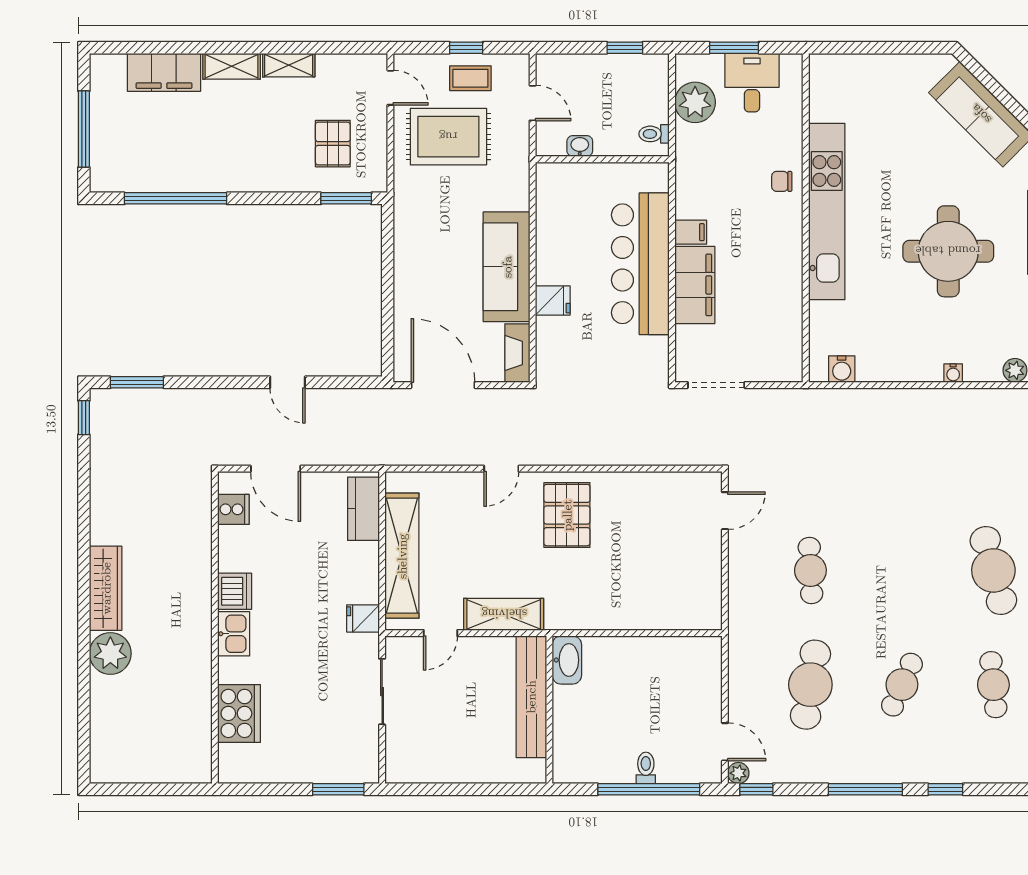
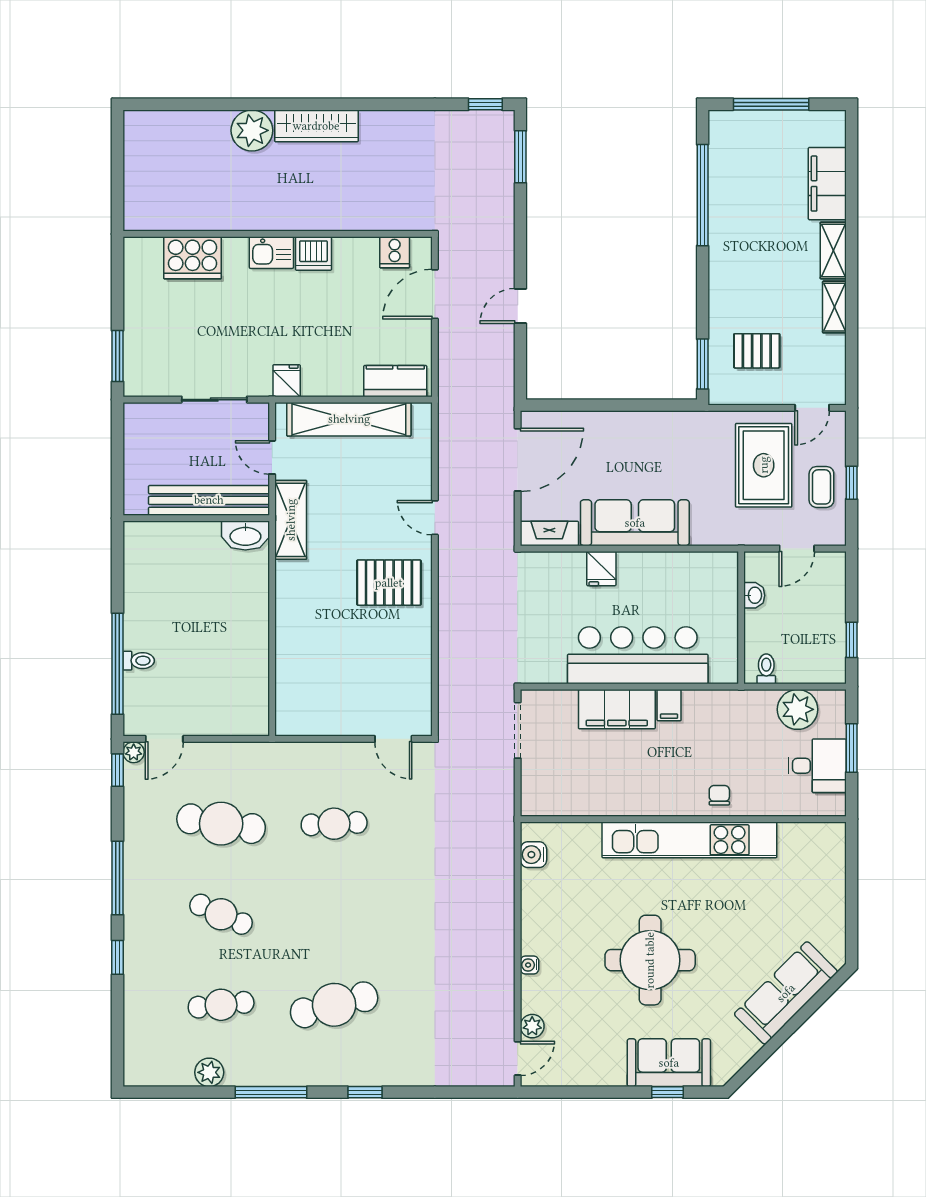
washbasin: (567, 660) -> (245, 536), moved
bench: (531, 697) -> (209, 500), moved
wall: (549, 710) -> (196, 518), moved

